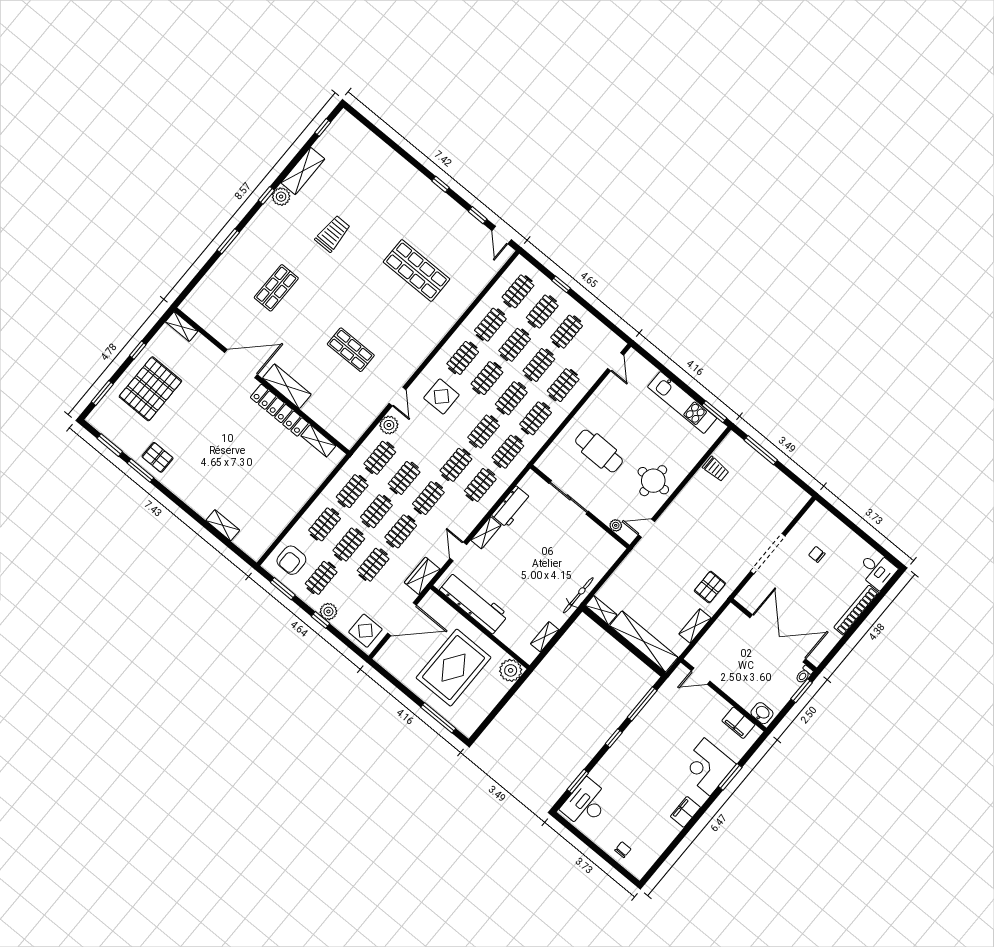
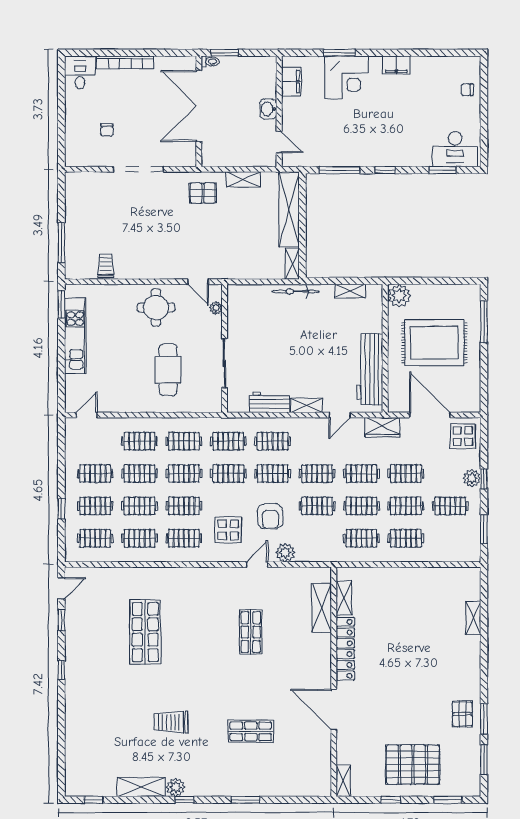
shelving: (287, 386) -> (321, 608), moved
clothes rail: (380, 458) -> (317, 538), removed
armchair: (291, 560) -> (270, 516), moved, turned 88
washbasin: (762, 713) -> (268, 109), moved

